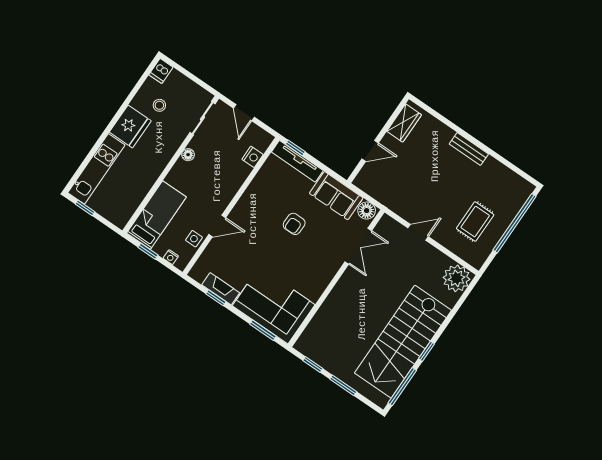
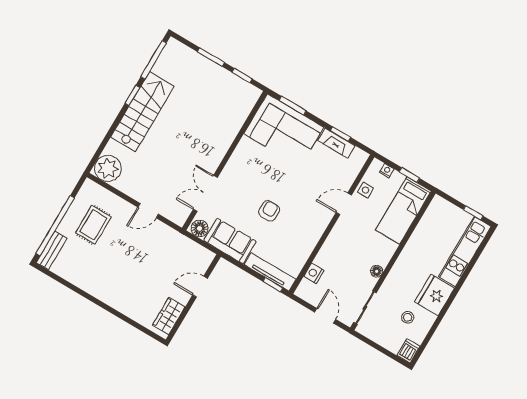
bench: (469, 149) -> (52, 250), moved, turned 90
stairs: (403, 342) -> (142, 112), width x0.73, depth x0.66

